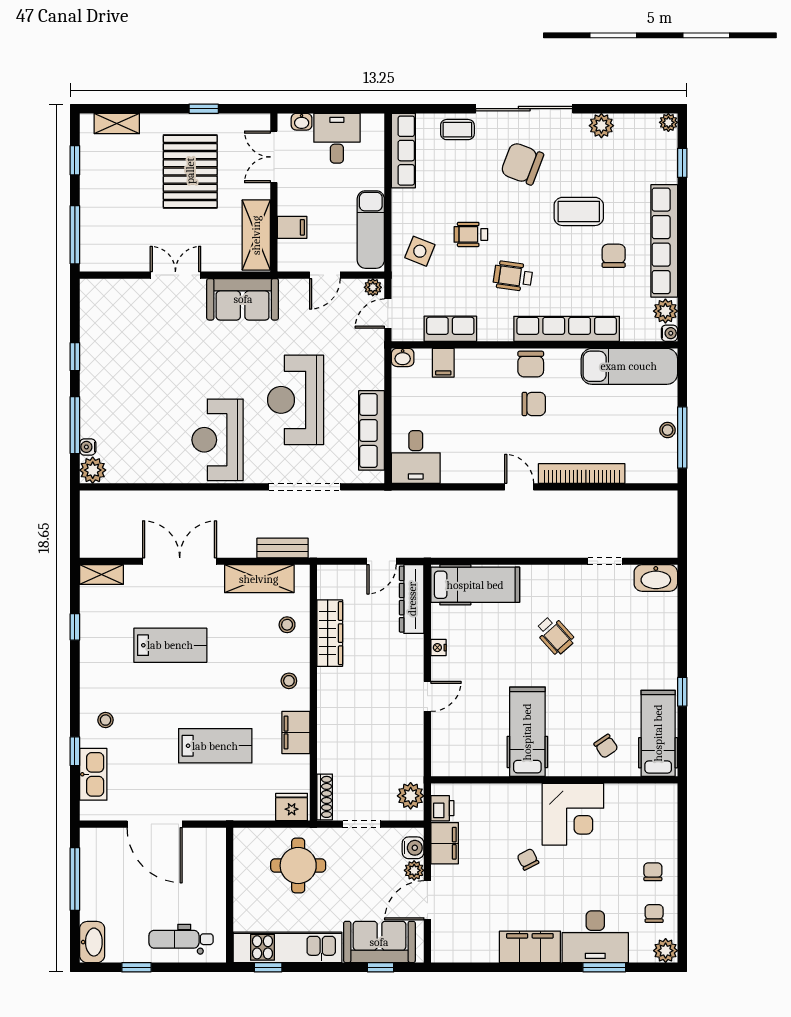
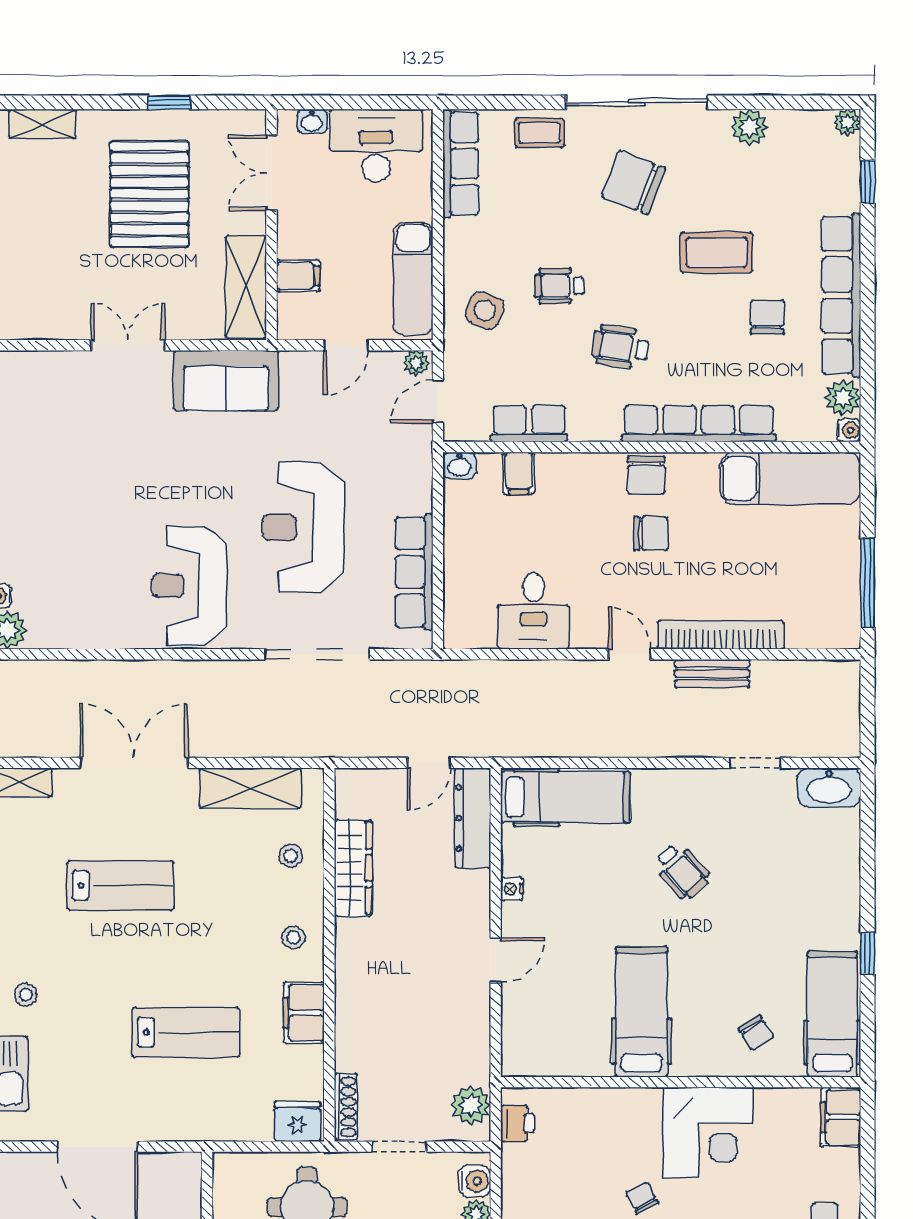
desk: (337, 138) -> (376, 146), width x1.37
stool: (668, 430) -> (846, 571), removed
desk: (416, 457) -> (534, 611), moved
bench: (283, 548) -> (712, 674), moved
filing cabinet: (445, 843) -> (841, 1117), moved, turned 180

